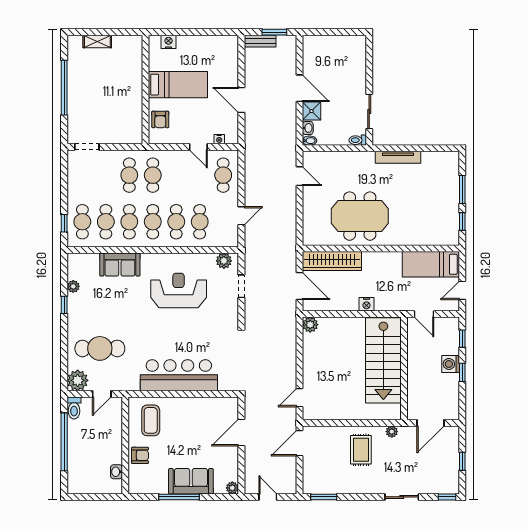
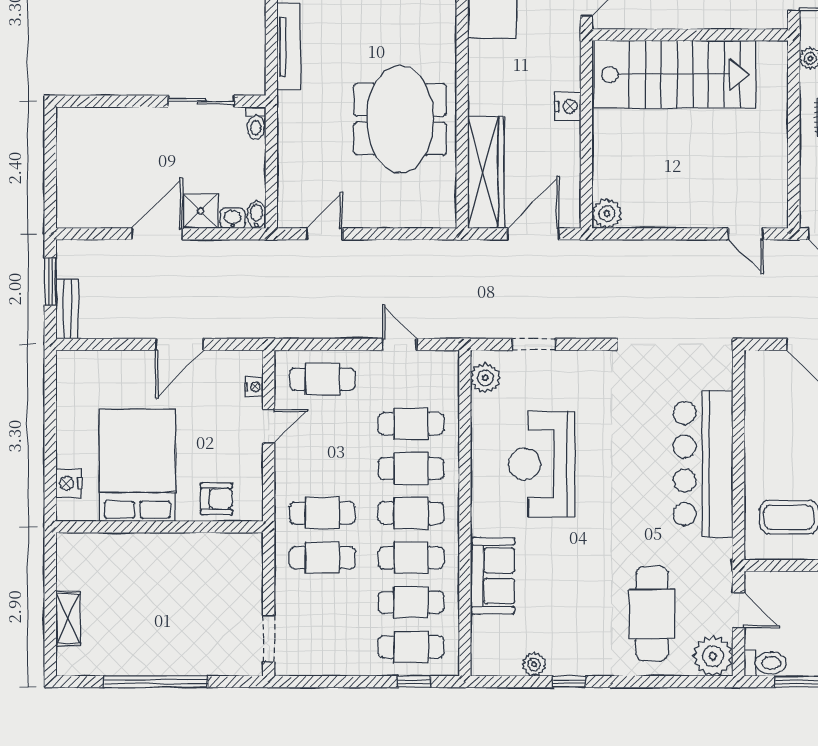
bed: (178, 85) -> (137, 465), width x1.50

